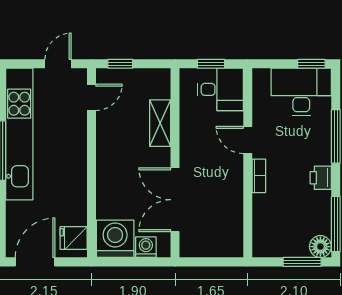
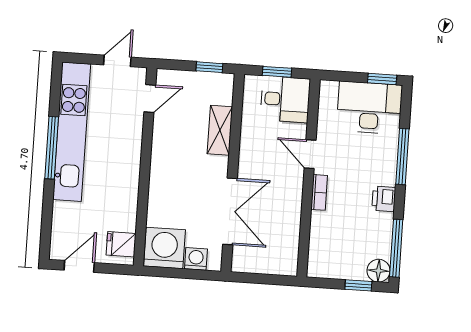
window: (120, 64) -> (209, 67), moved
double door: (175, 200) -> (230, 211), swing flipped
door: (35, 262) -> (79, 266), width x0.73
window: (302, 262) -> (358, 285), width x0.67

